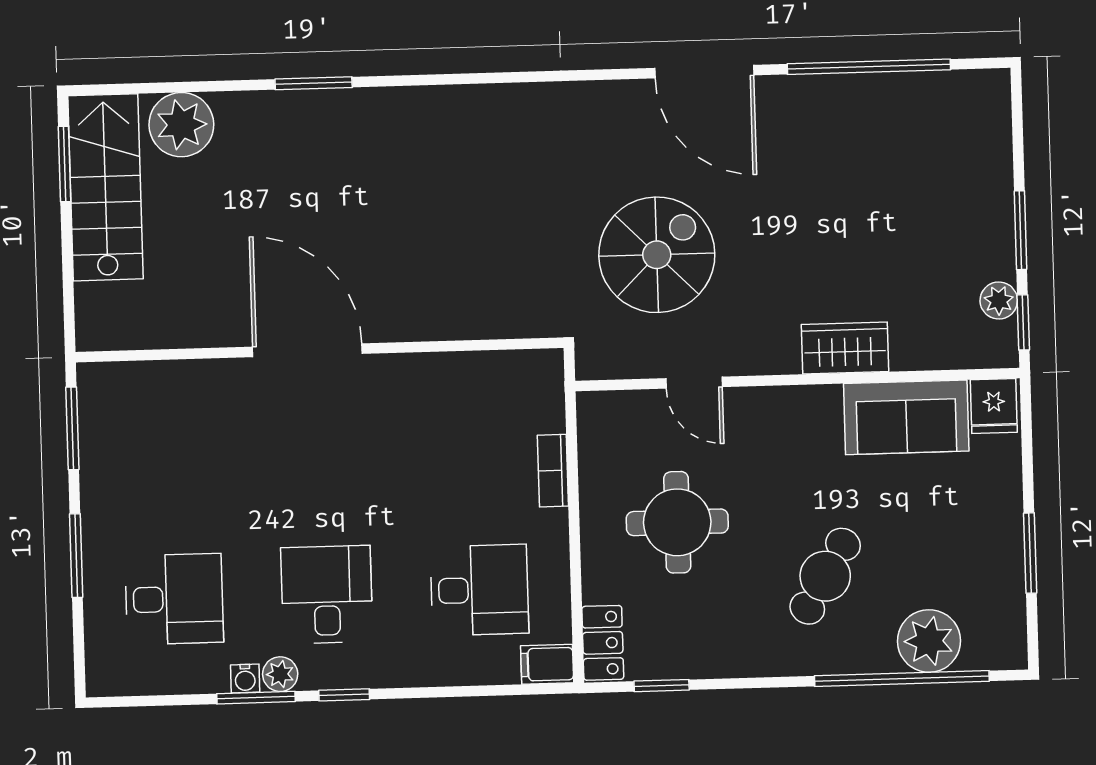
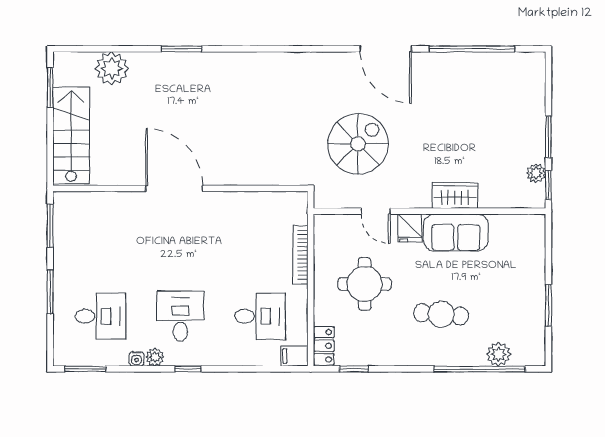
stairs: (105, 187) -> (71, 136), moved
fridge: (994, 406) -> (410, 228), moved
sofa: (906, 417) -> (456, 233), moved
bookcase: (553, 471) -> (300, 255), width x1.56
cafe table: (825, 576) -> (441, 314), turned 64
plant: (929, 641) -> (499, 354), width x0.73, depth x0.73
window: (256, 698) -> (85, 369), moved

